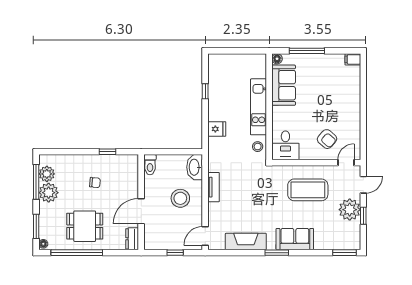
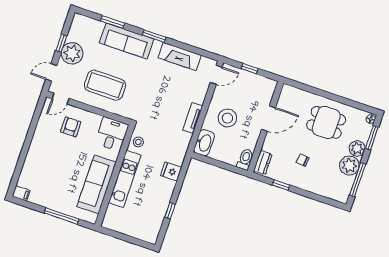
floor lamp: (277, 59) -> (92, 218), removed
sofa: (284, 85) -> (97, 184), width x1.36
armchair: (327, 139) -> (71, 127), turned 49
plant: (47, 174) -> (357, 149), moved
dresser: (132, 239) -> (263, 163), moved
sofa: (295, 239) -> (127, 41), width x1.36
window: (77, 253) -> (342, 100), removed
window: (344, 253) -> (113, 22), moved

